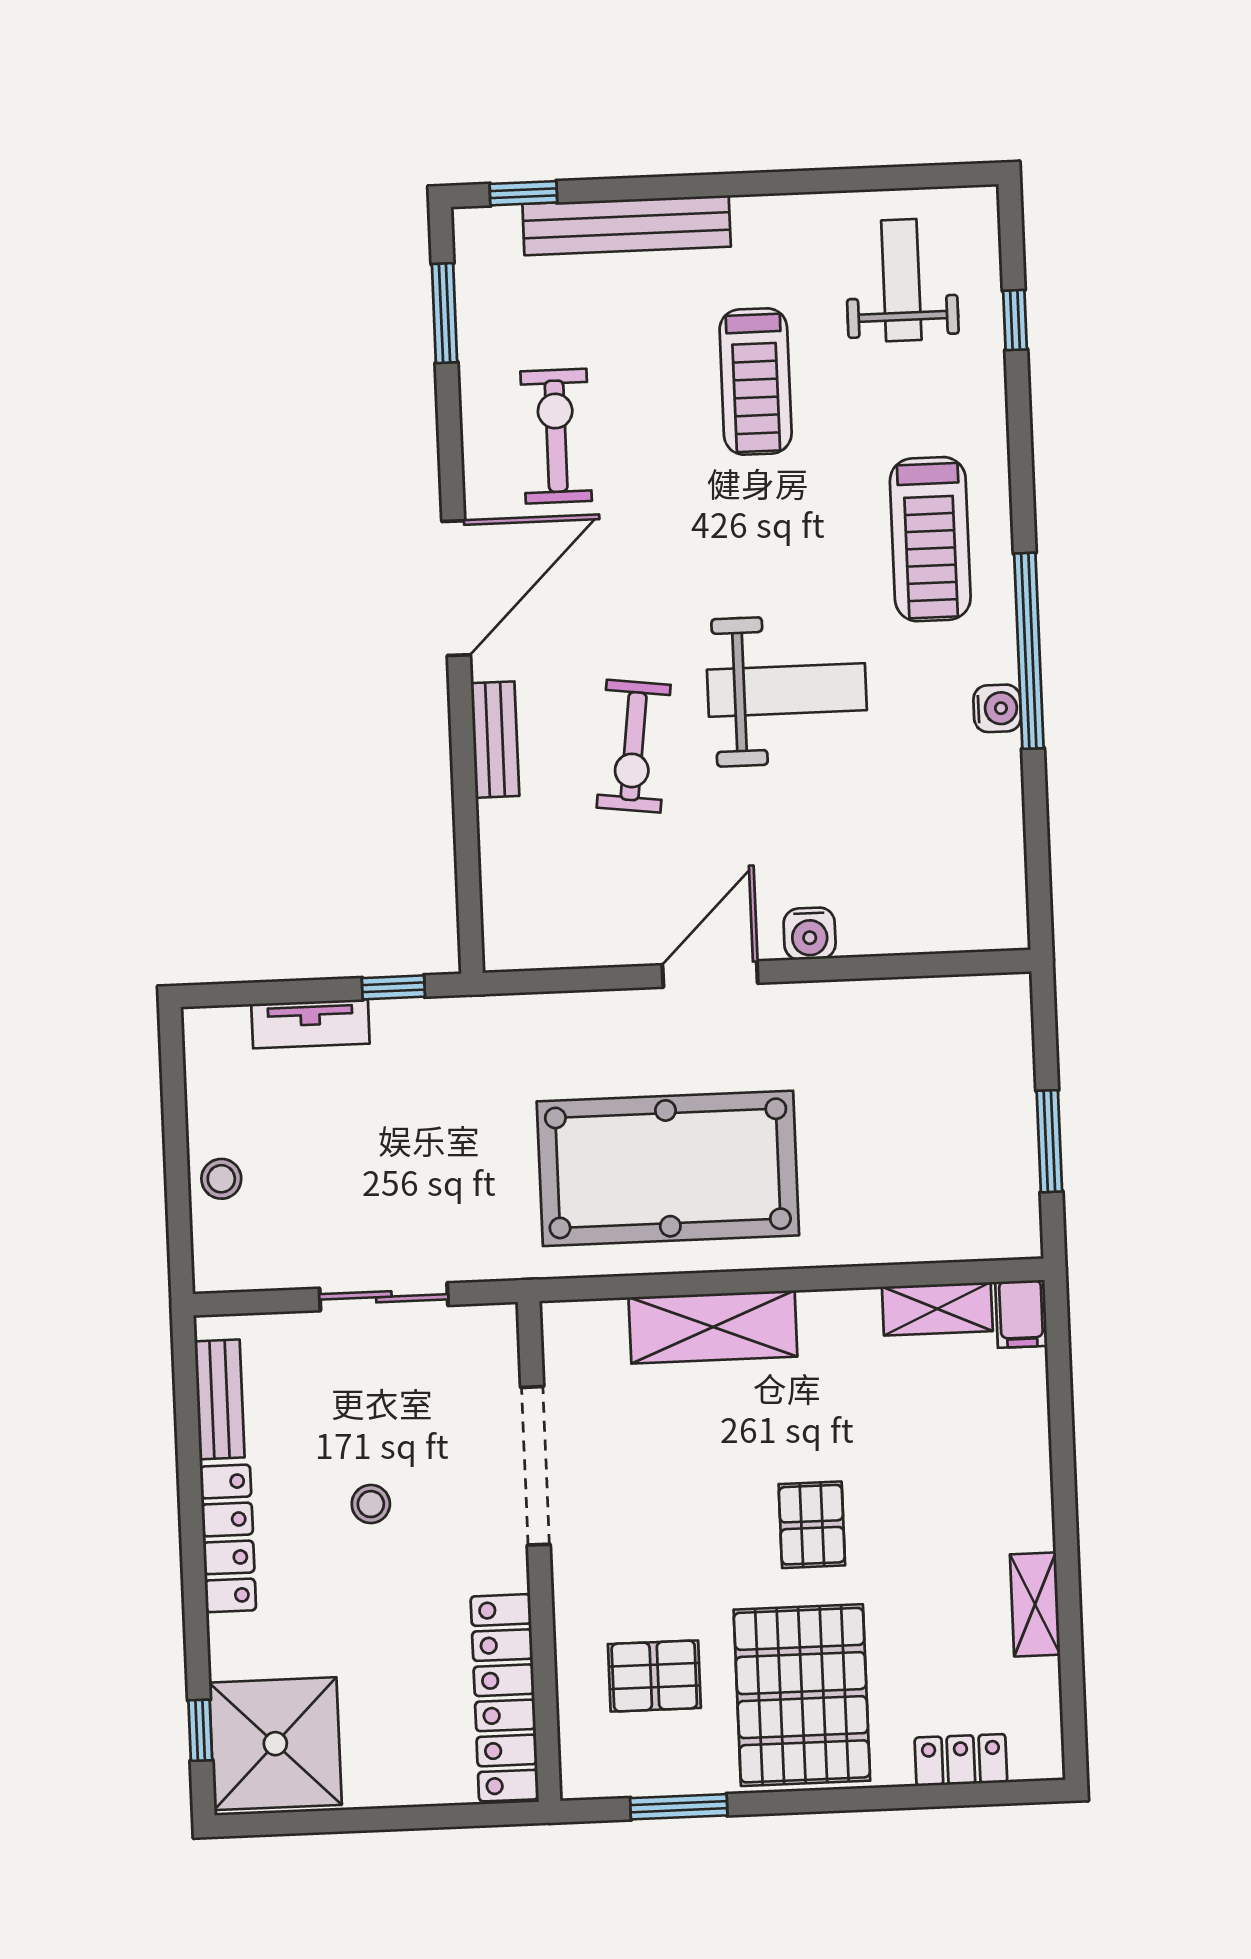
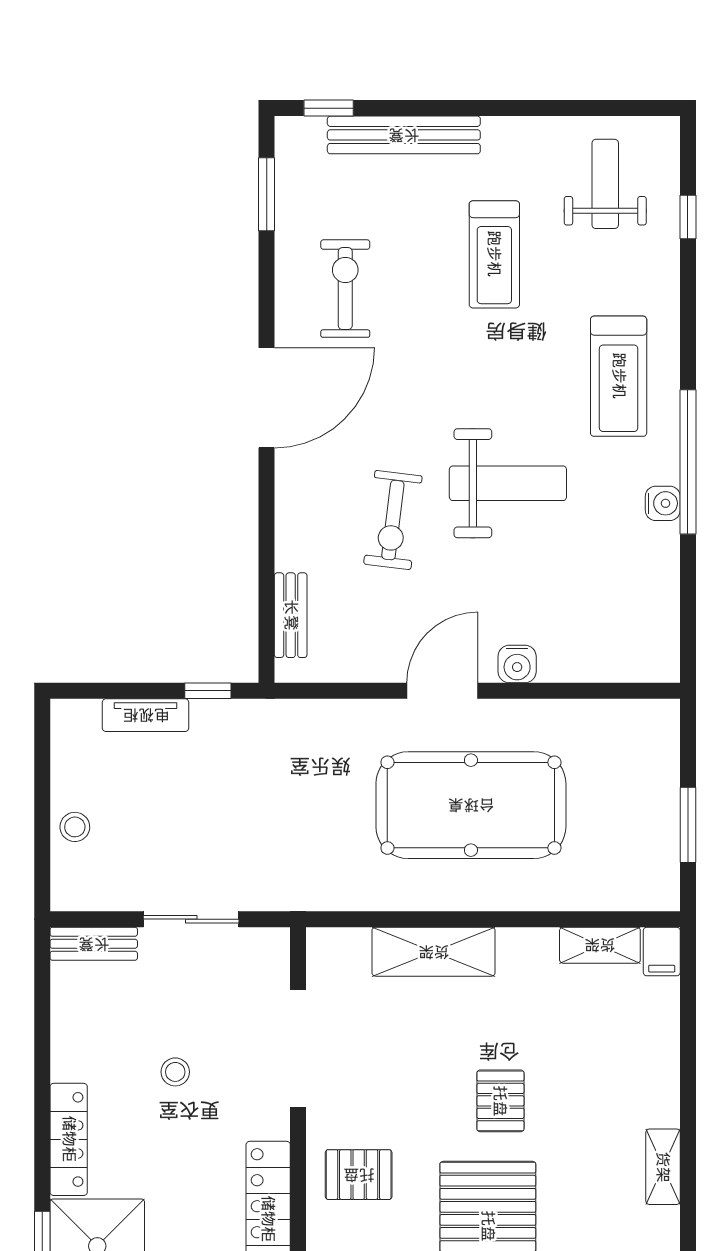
bench: (495, 740) -> (291, 615), moved
pool table: (668, 1168) -> (471, 805), moved
bench: (220, 1399) -> (94, 944), moved, turned 90
locker: (228, 1538) -> (69, 1139), moved
pallet: (654, 1676) -> (359, 1175), moved

